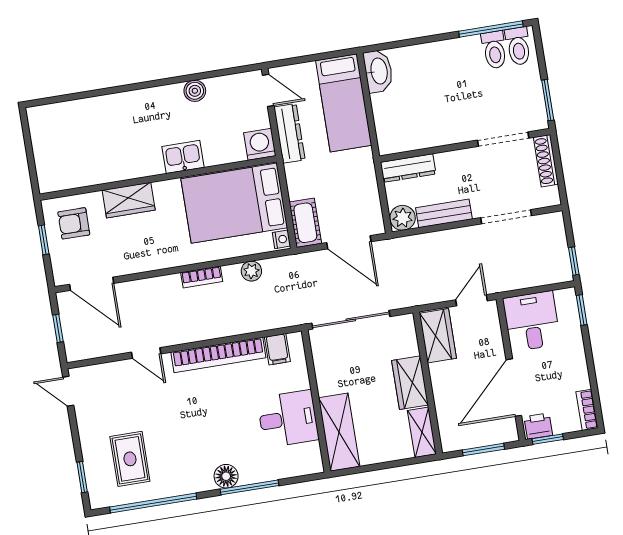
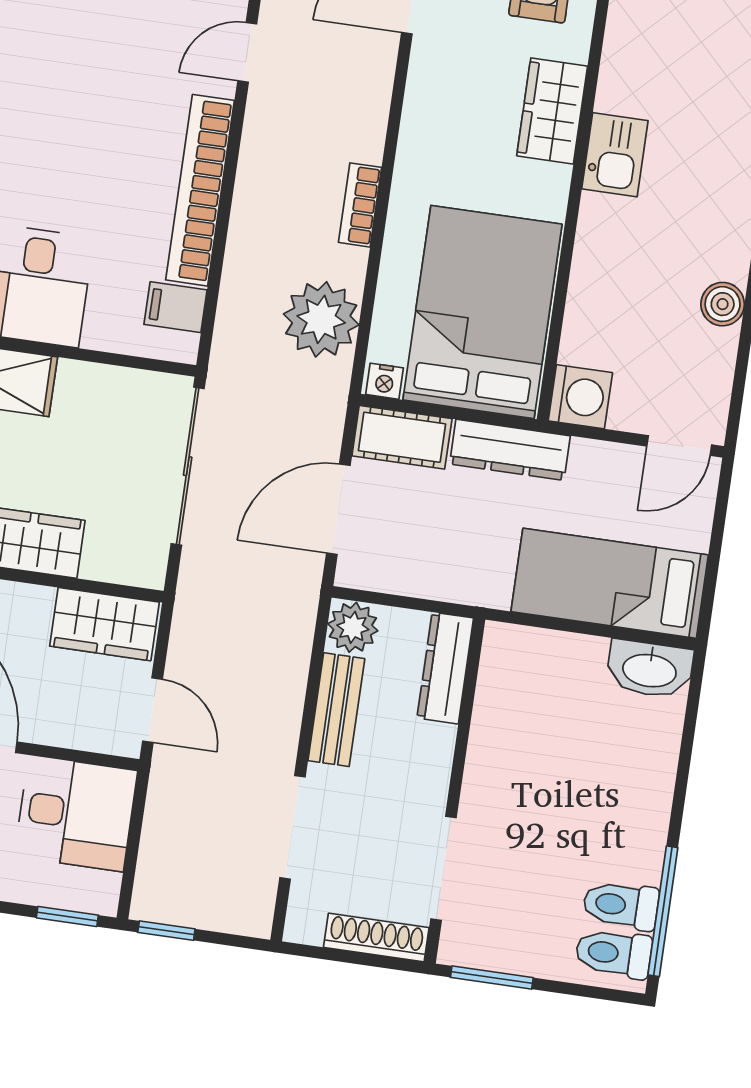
dresser: (289, 133) -> (510, 450), moved
kitchen sink: (183, 157) -> (615, 155), moved
plant: (251, 271) -> (321, 319), width x1.88, depth x1.88

